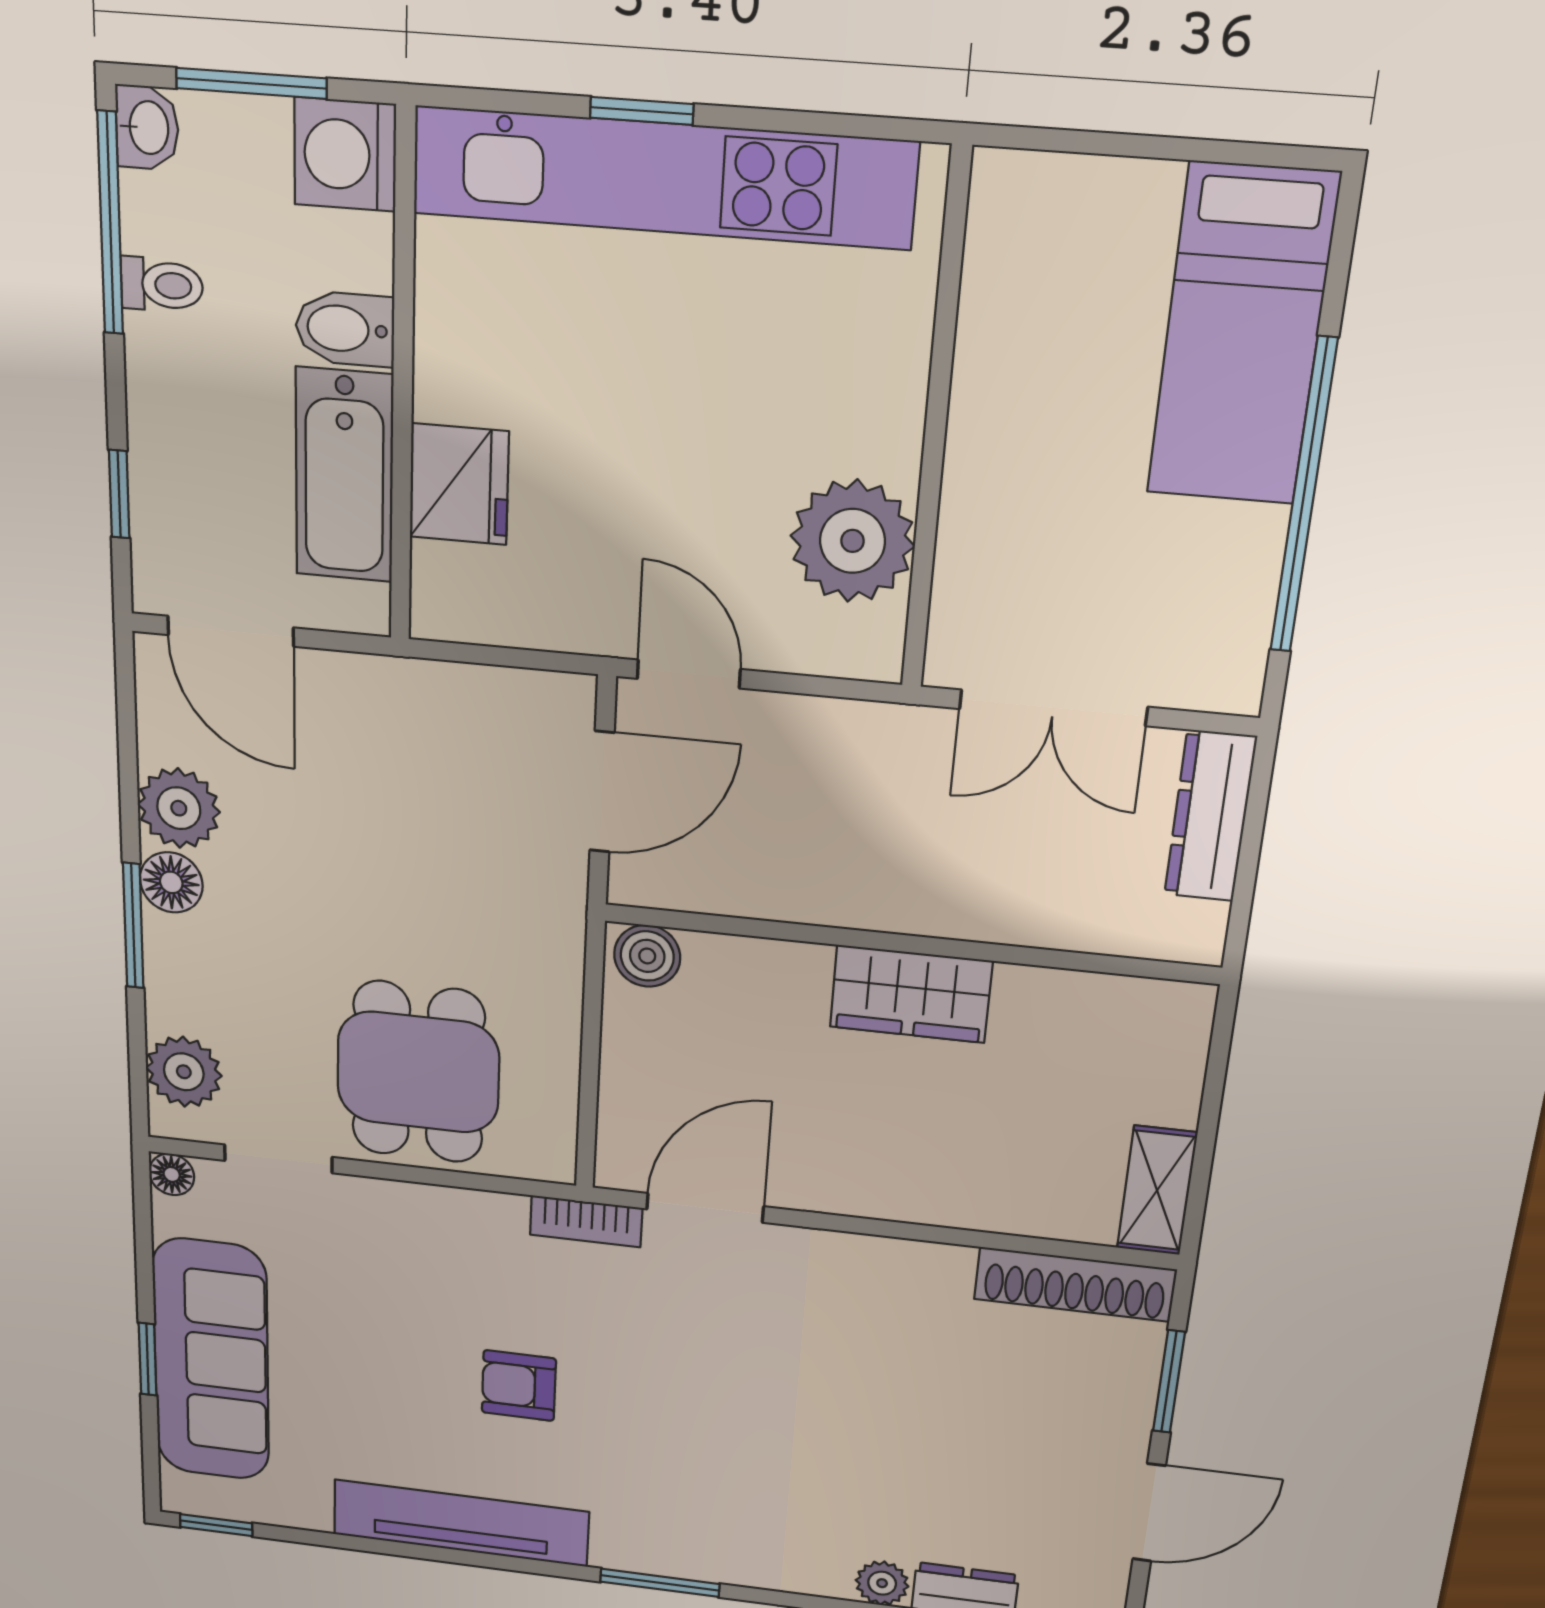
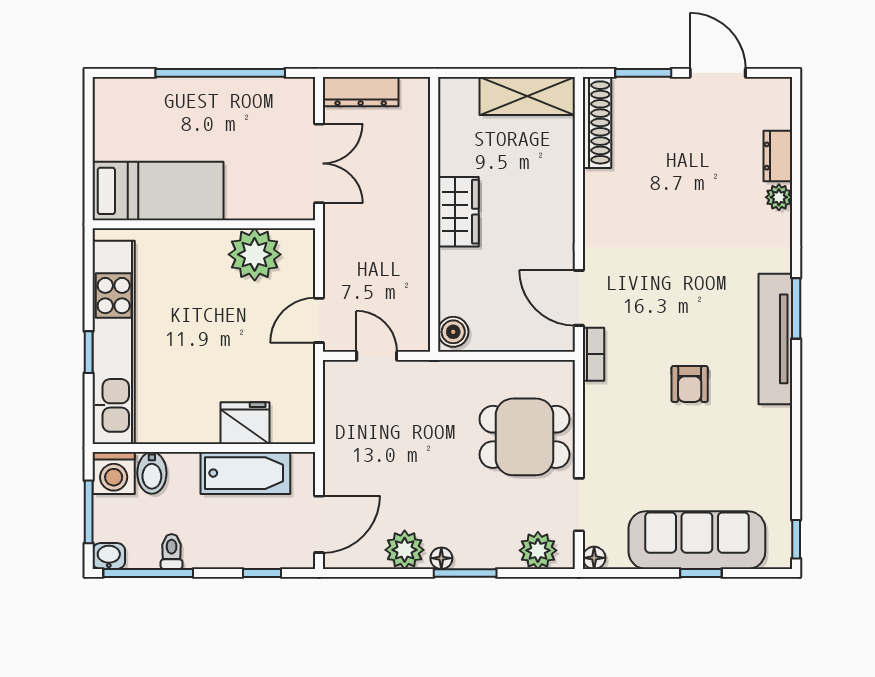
bidet: (345, 329) -> (152, 473), moved
bed: (1242, 336) -> (158, 191), moved
door: (602, 792) -> (377, 356), width x0.73
floor lamp: (171, 882) -> (441, 558), width x0.73, depth x0.73
shelving: (1157, 1191) -> (527, 96), width x1.50, depth x1.33
tv unit: (461, 1523) -> (775, 339), moved

